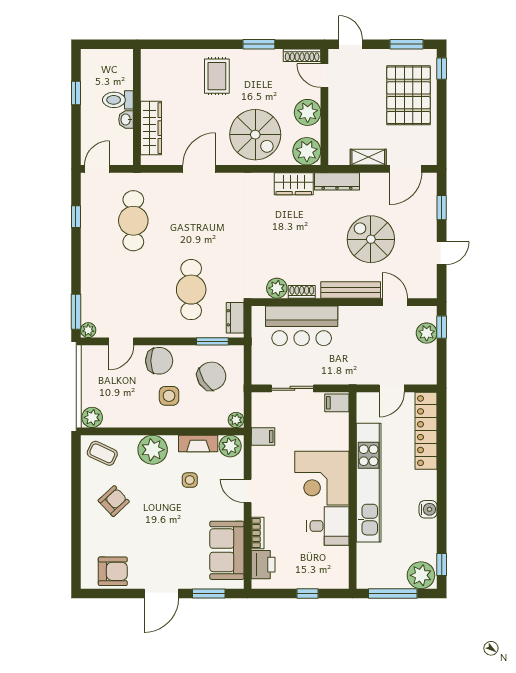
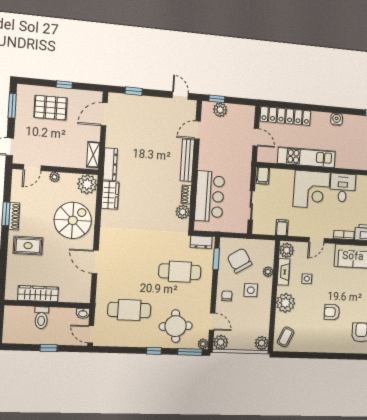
shoe rack: (302, 55) -> (14, 216), moved
window: (442, 69) -> (64, 85), moved
window: (76, 93) -> (49, 348), moved
pallet: (408, 95) -> (51, 108), width x0.73, depth x0.71
plant: (308, 112) -> (55, 177), width x0.53, depth x0.53
washbasin: (126, 120) -> (83, 313), moved
wardrobe: (151, 128) -> (38, 294), moved
shelving: (368, 157) -> (93, 155), moved
door: (406, 169) -> (104, 114), swing flipped
window: (76, 217) -> (154, 351), moved
spiral stairs: (371, 239) -> (153, 143), removed
door: (442, 253) -> (180, 95), moved
round table: (113, 288) -> (176, 326), added
plant: (92, 356) -> (221, 342), added
chair: (159, 361) -> (227, 296), width x0.54, depth x0.54
plant: (236, 420) -> (268, 272), moved
kitchen unit: (369, 483) -> (306, 157), width x0.73
armchair: (114, 501) -> (332, 312), moved, turned -47

